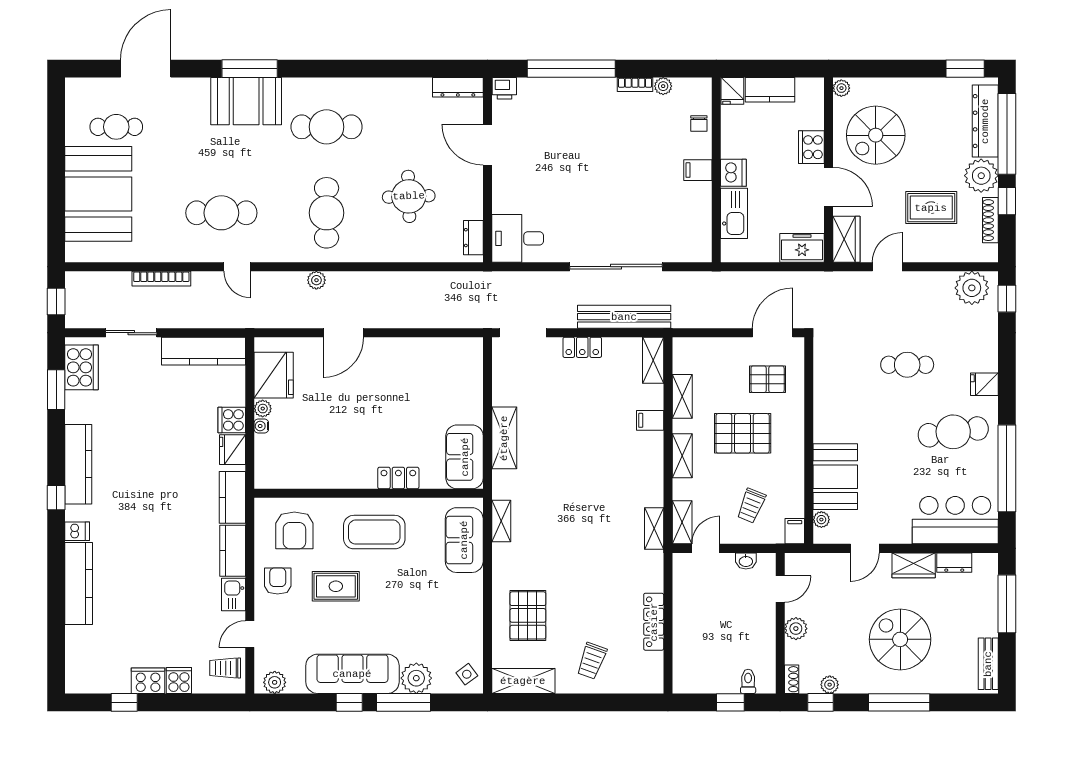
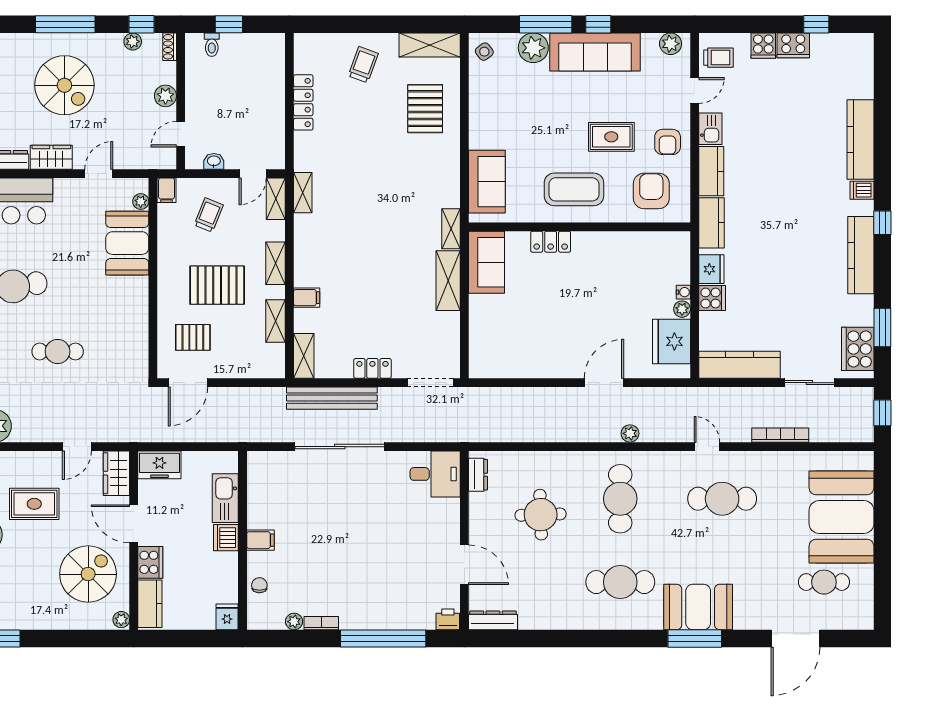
kitchen counter: (770, 90) -> (150, 604), moved, turned 90
shelving: (501, 521) -> (451, 229), moved

